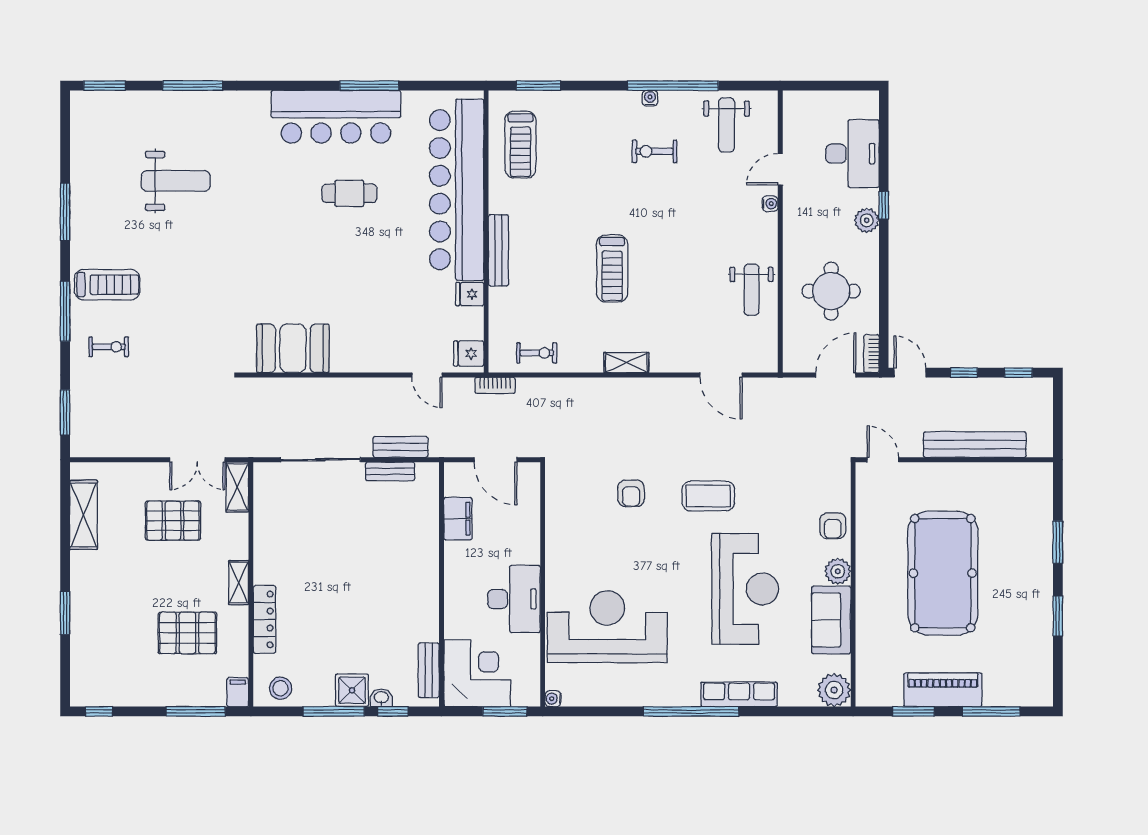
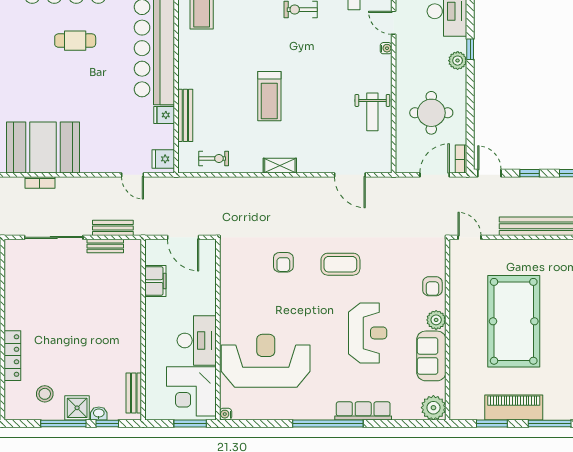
door: (780, 169) -> (394, 23), hinge flipped
bench: (498, 250) -> (185, 115), moved
booth: (293, 348) -> (43, 148), width x1.36, depth x1.42
bookcase: (495, 385) -> (40, 183), moved
reception desk: (745, 589) -> (368, 333), width x0.74, depth x0.77
corner desk: (477, 673) -> (191, 391), moved, turned 180
stool: (281, 688) -> (45, 394), moved

